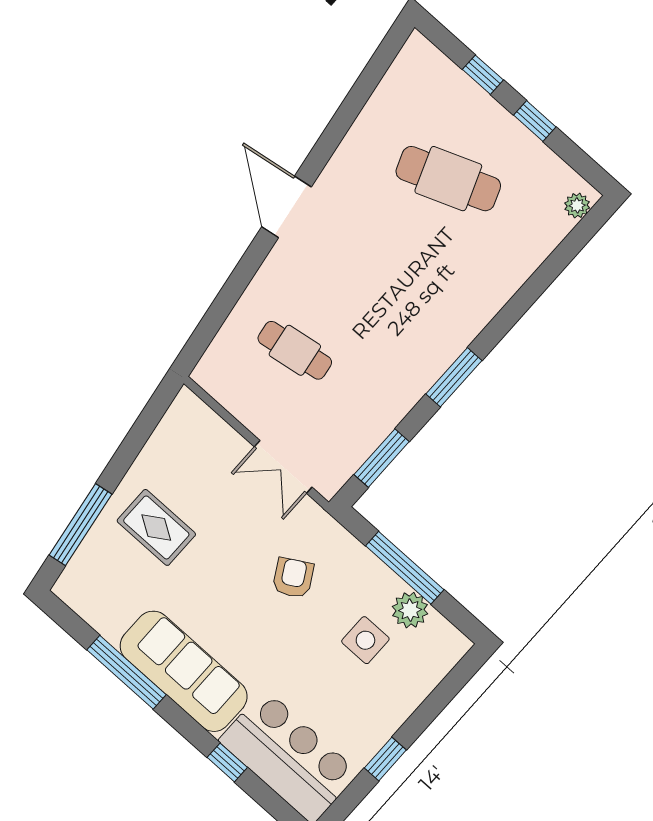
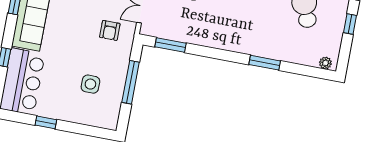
window: (454, 377) -> (265, 63), moved
armchair: (293, 578) -> (110, 30), moved, turned 120
plant: (410, 610) -> (114, 95), removed

